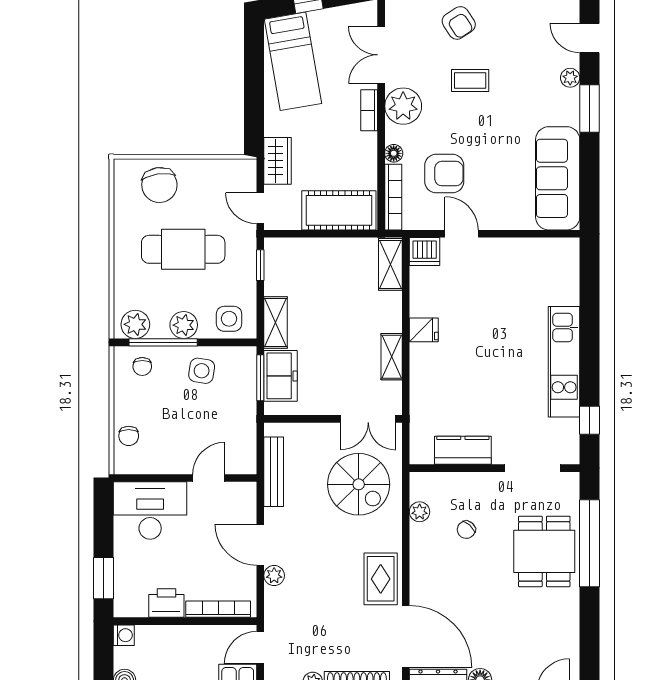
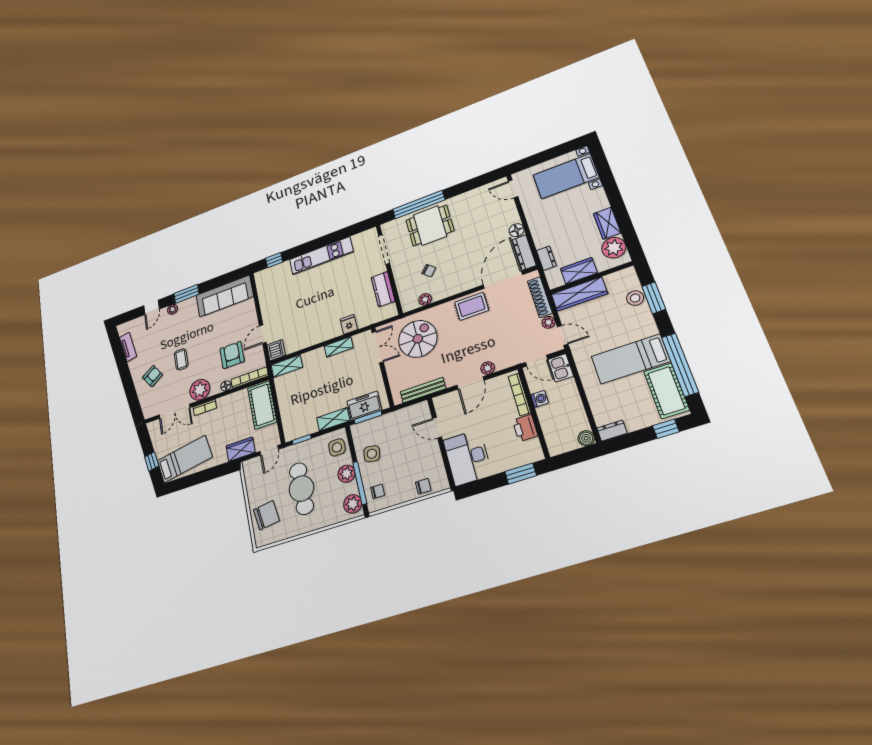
fridge: (424, 330) -> (349, 324), moved
window: (590, 420) -> (274, 260), moved
washing machine: (124, 635) -> (540, 399), moved, turned 90

